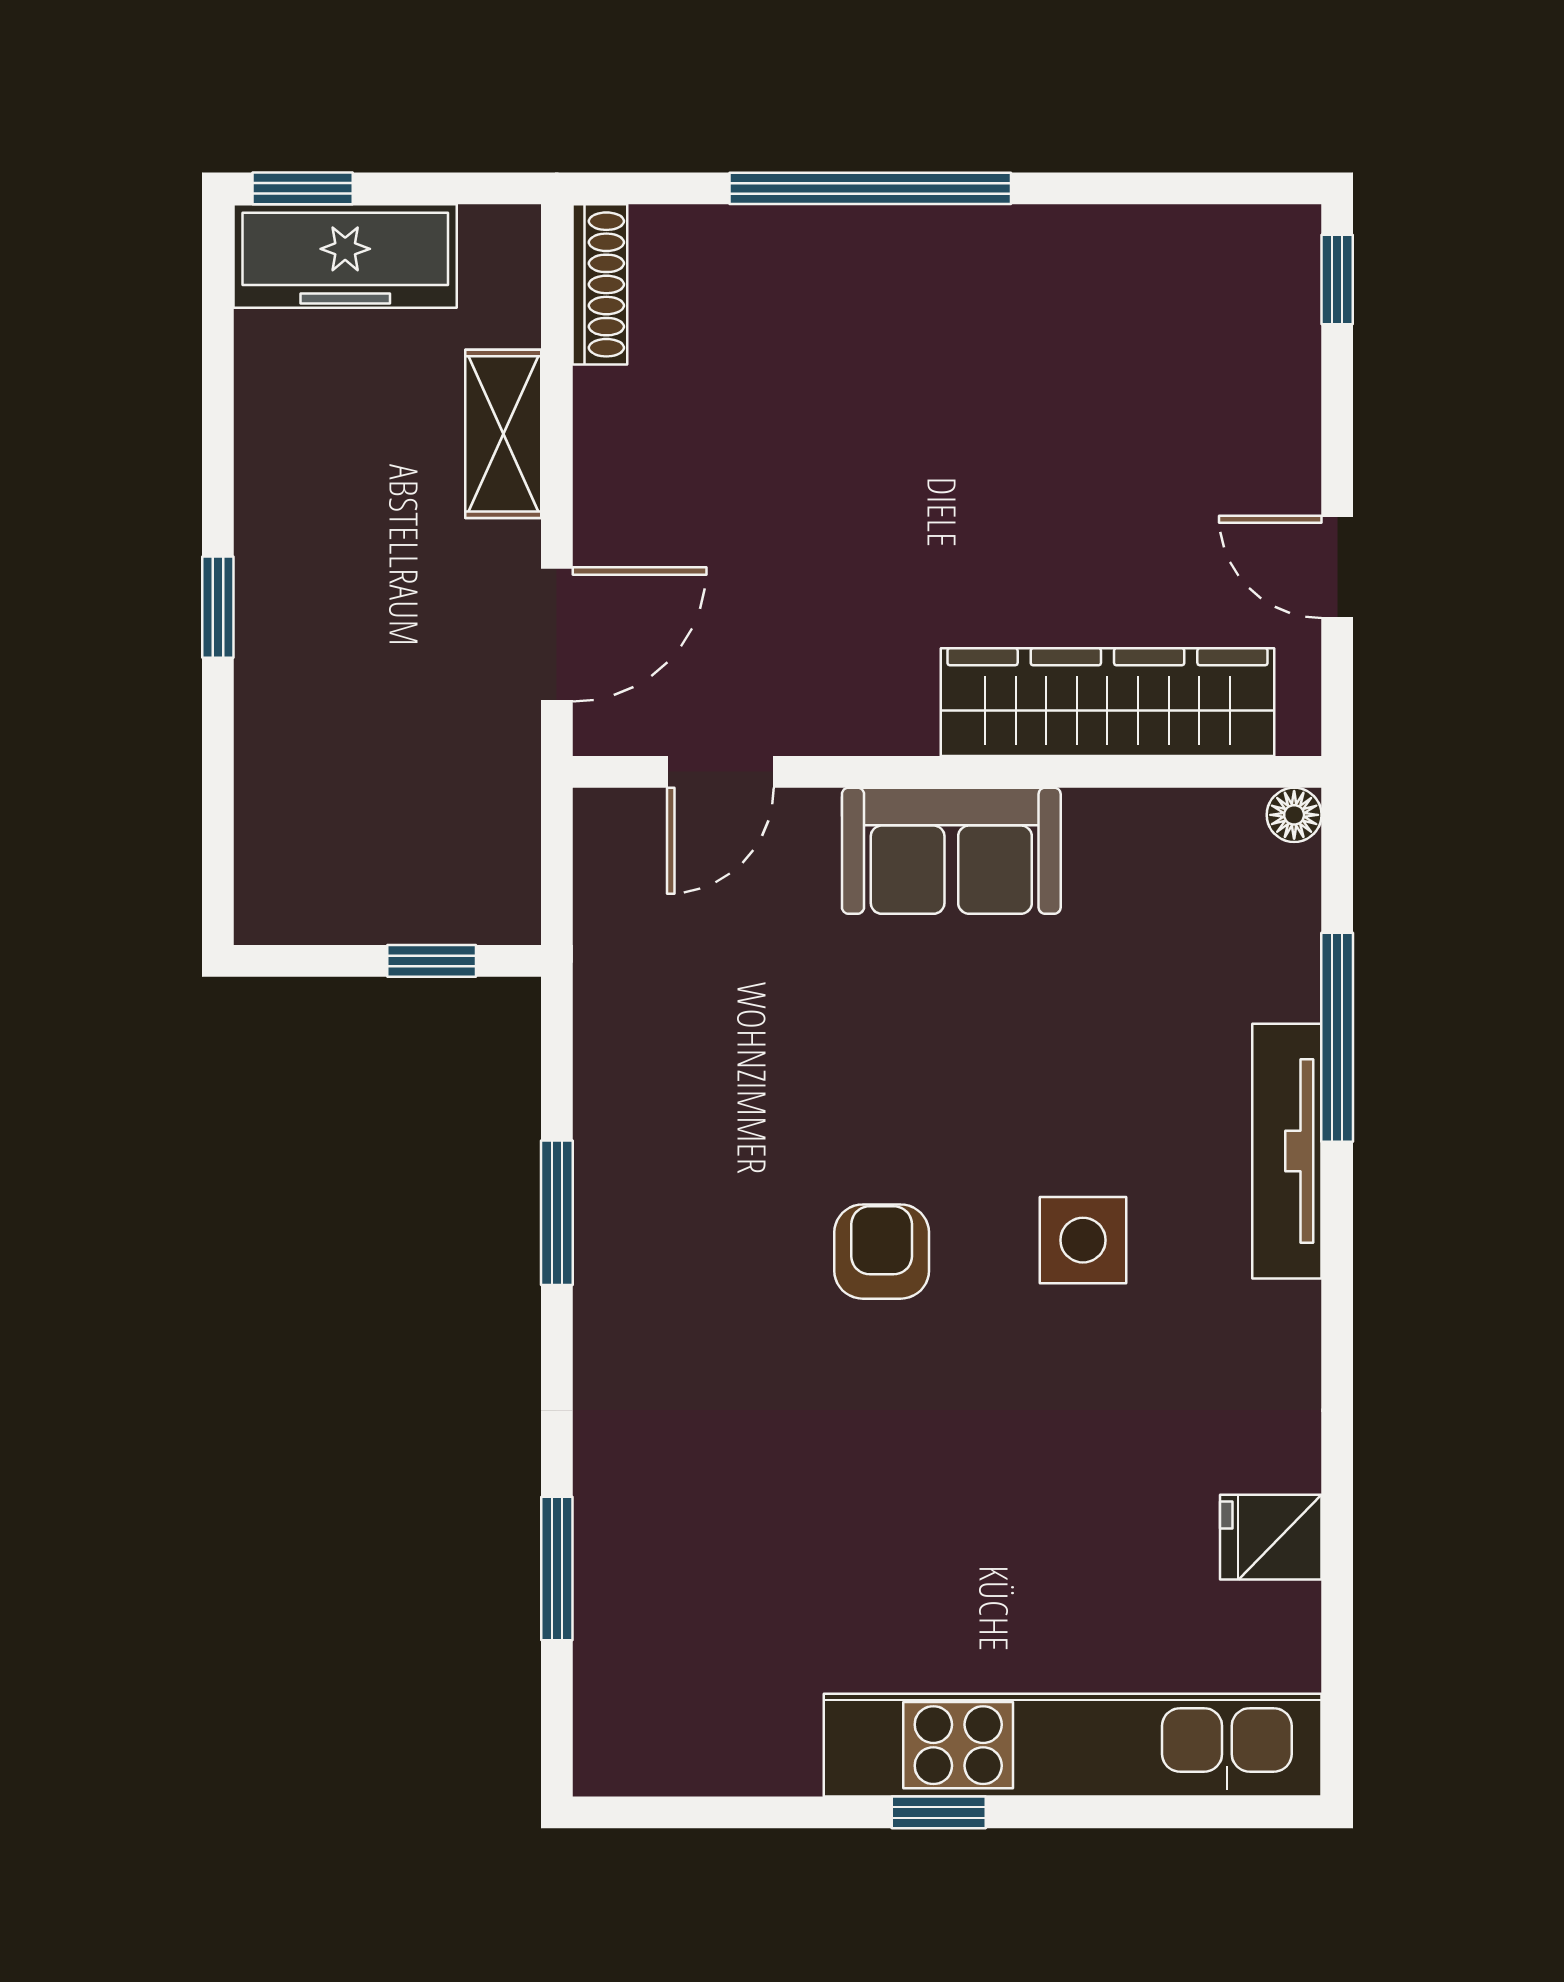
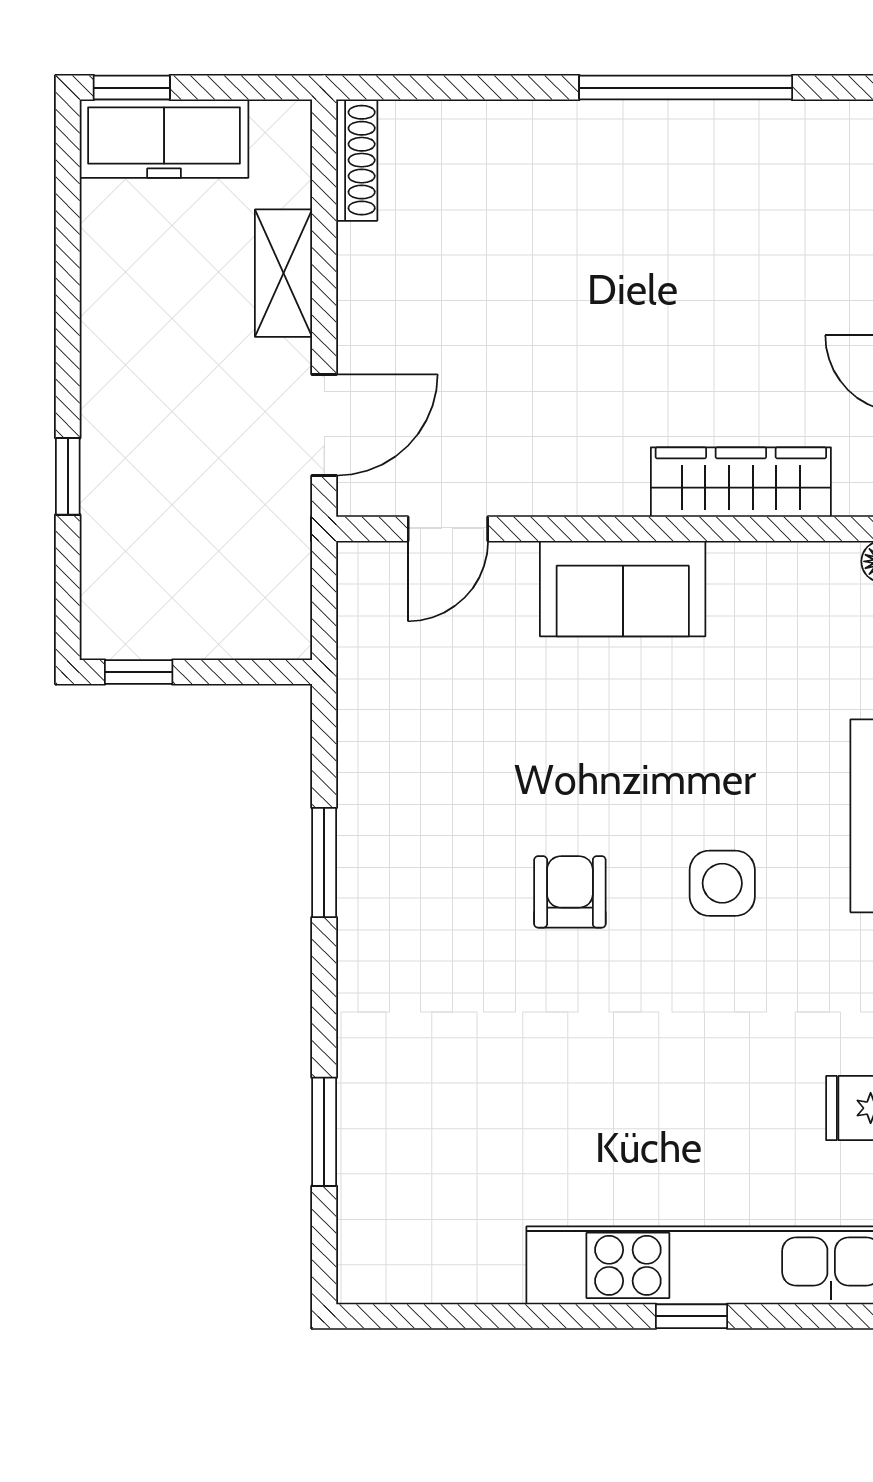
window: (870, 188) -> (686, 88), moved
window: (218, 607) -> (68, 476), moved
wardrobe: (1107, 702) -> (741, 482), width x0.71, depth x0.85
window: (432, 961) -> (139, 672), moved
window: (939, 1812) -> (692, 1316), moved

